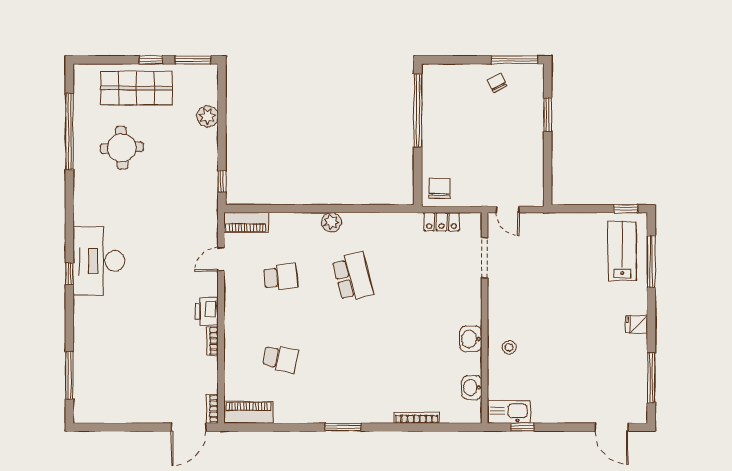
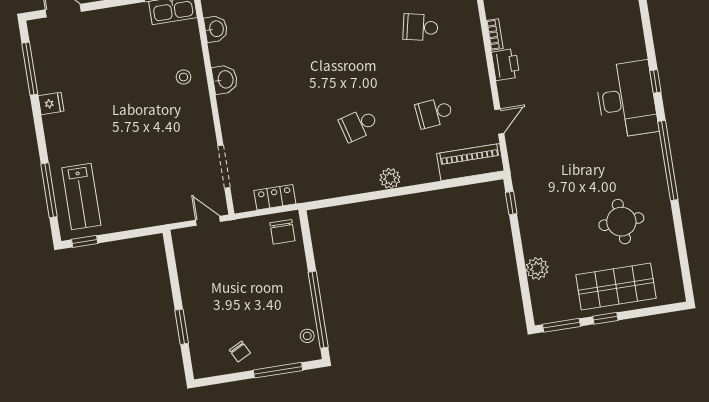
window: (514, 60) -> (278, 370), moved
stool: (432, 88) -> (307, 336), added
window: (69, 132) -> (668, 161), moved
piano: (246, 222) -> (470, 162), width x1.37, depth x1.33
school desk: (353, 277) -> (359, 125), width x0.54
fridge: (637, 324) -> (51, 103), moved

